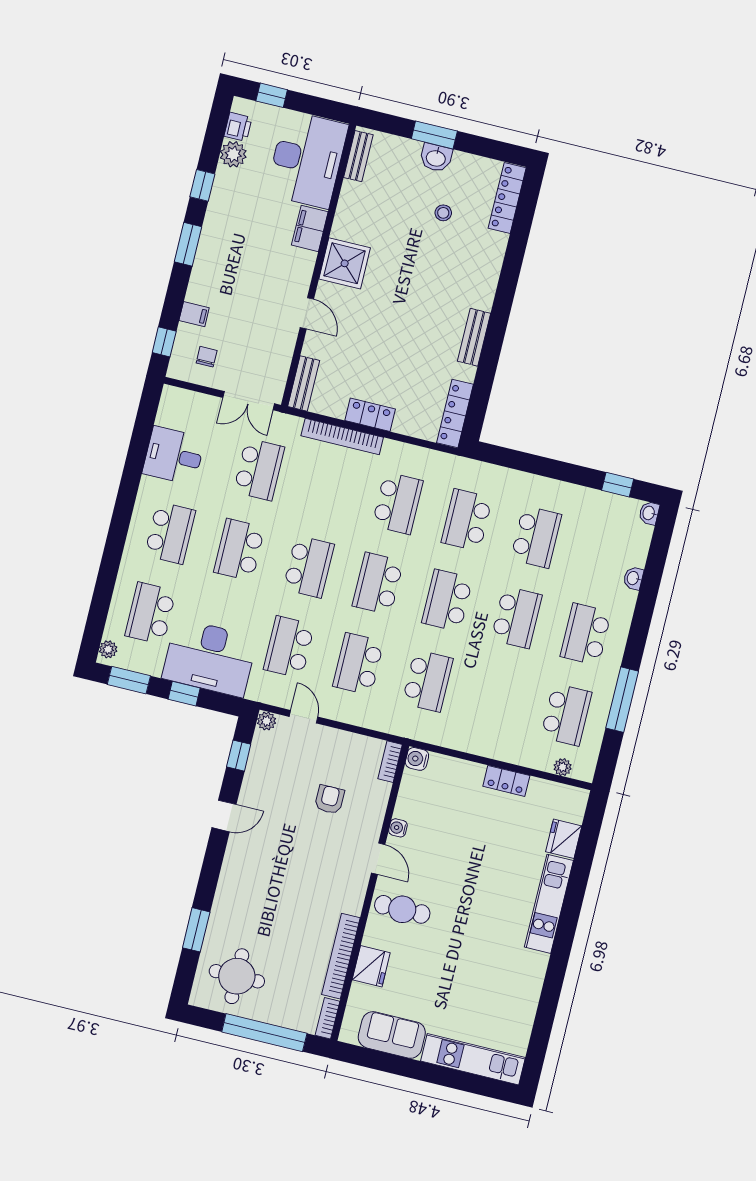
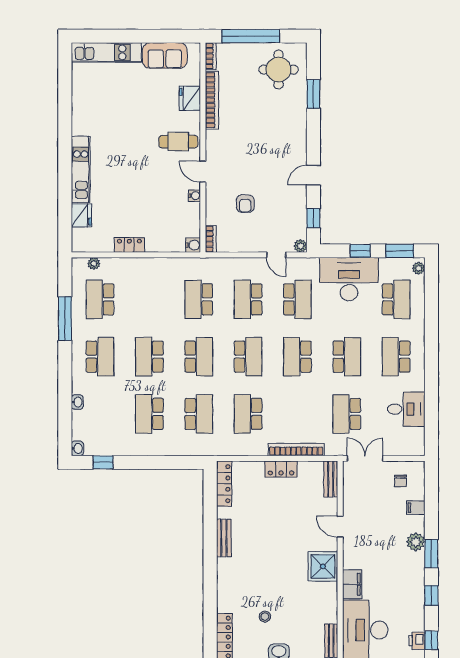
plant: (233, 154) -> (416, 542), moved
window: (164, 342) -> (431, 640), moved
school desk: (358, 664) -> (248, 299), turned 180

